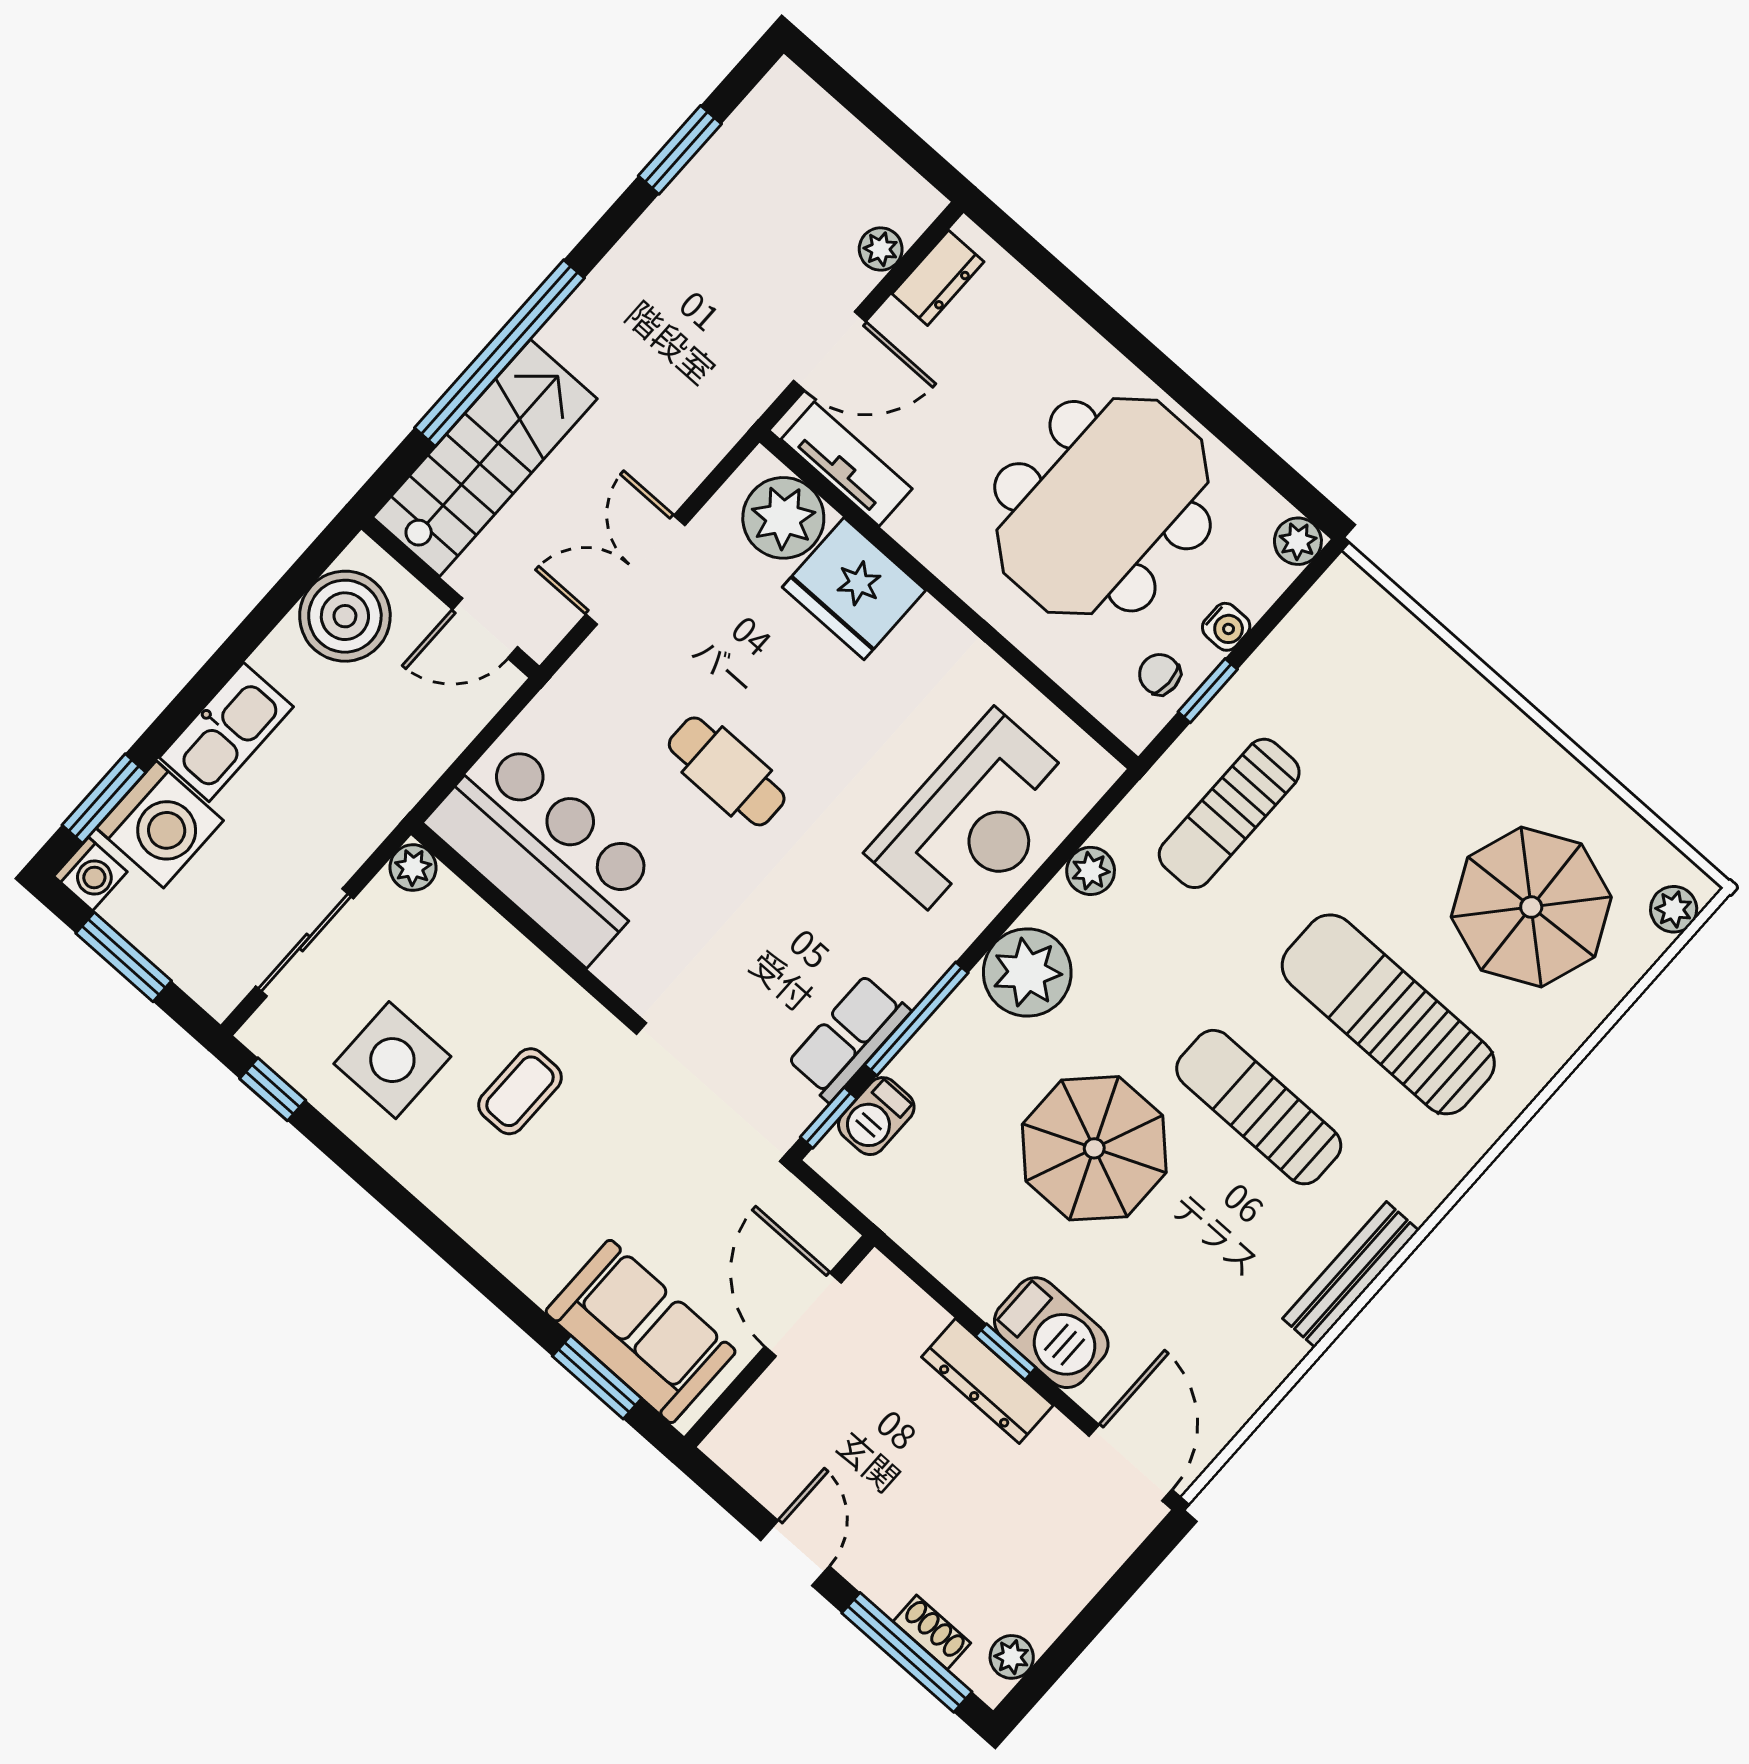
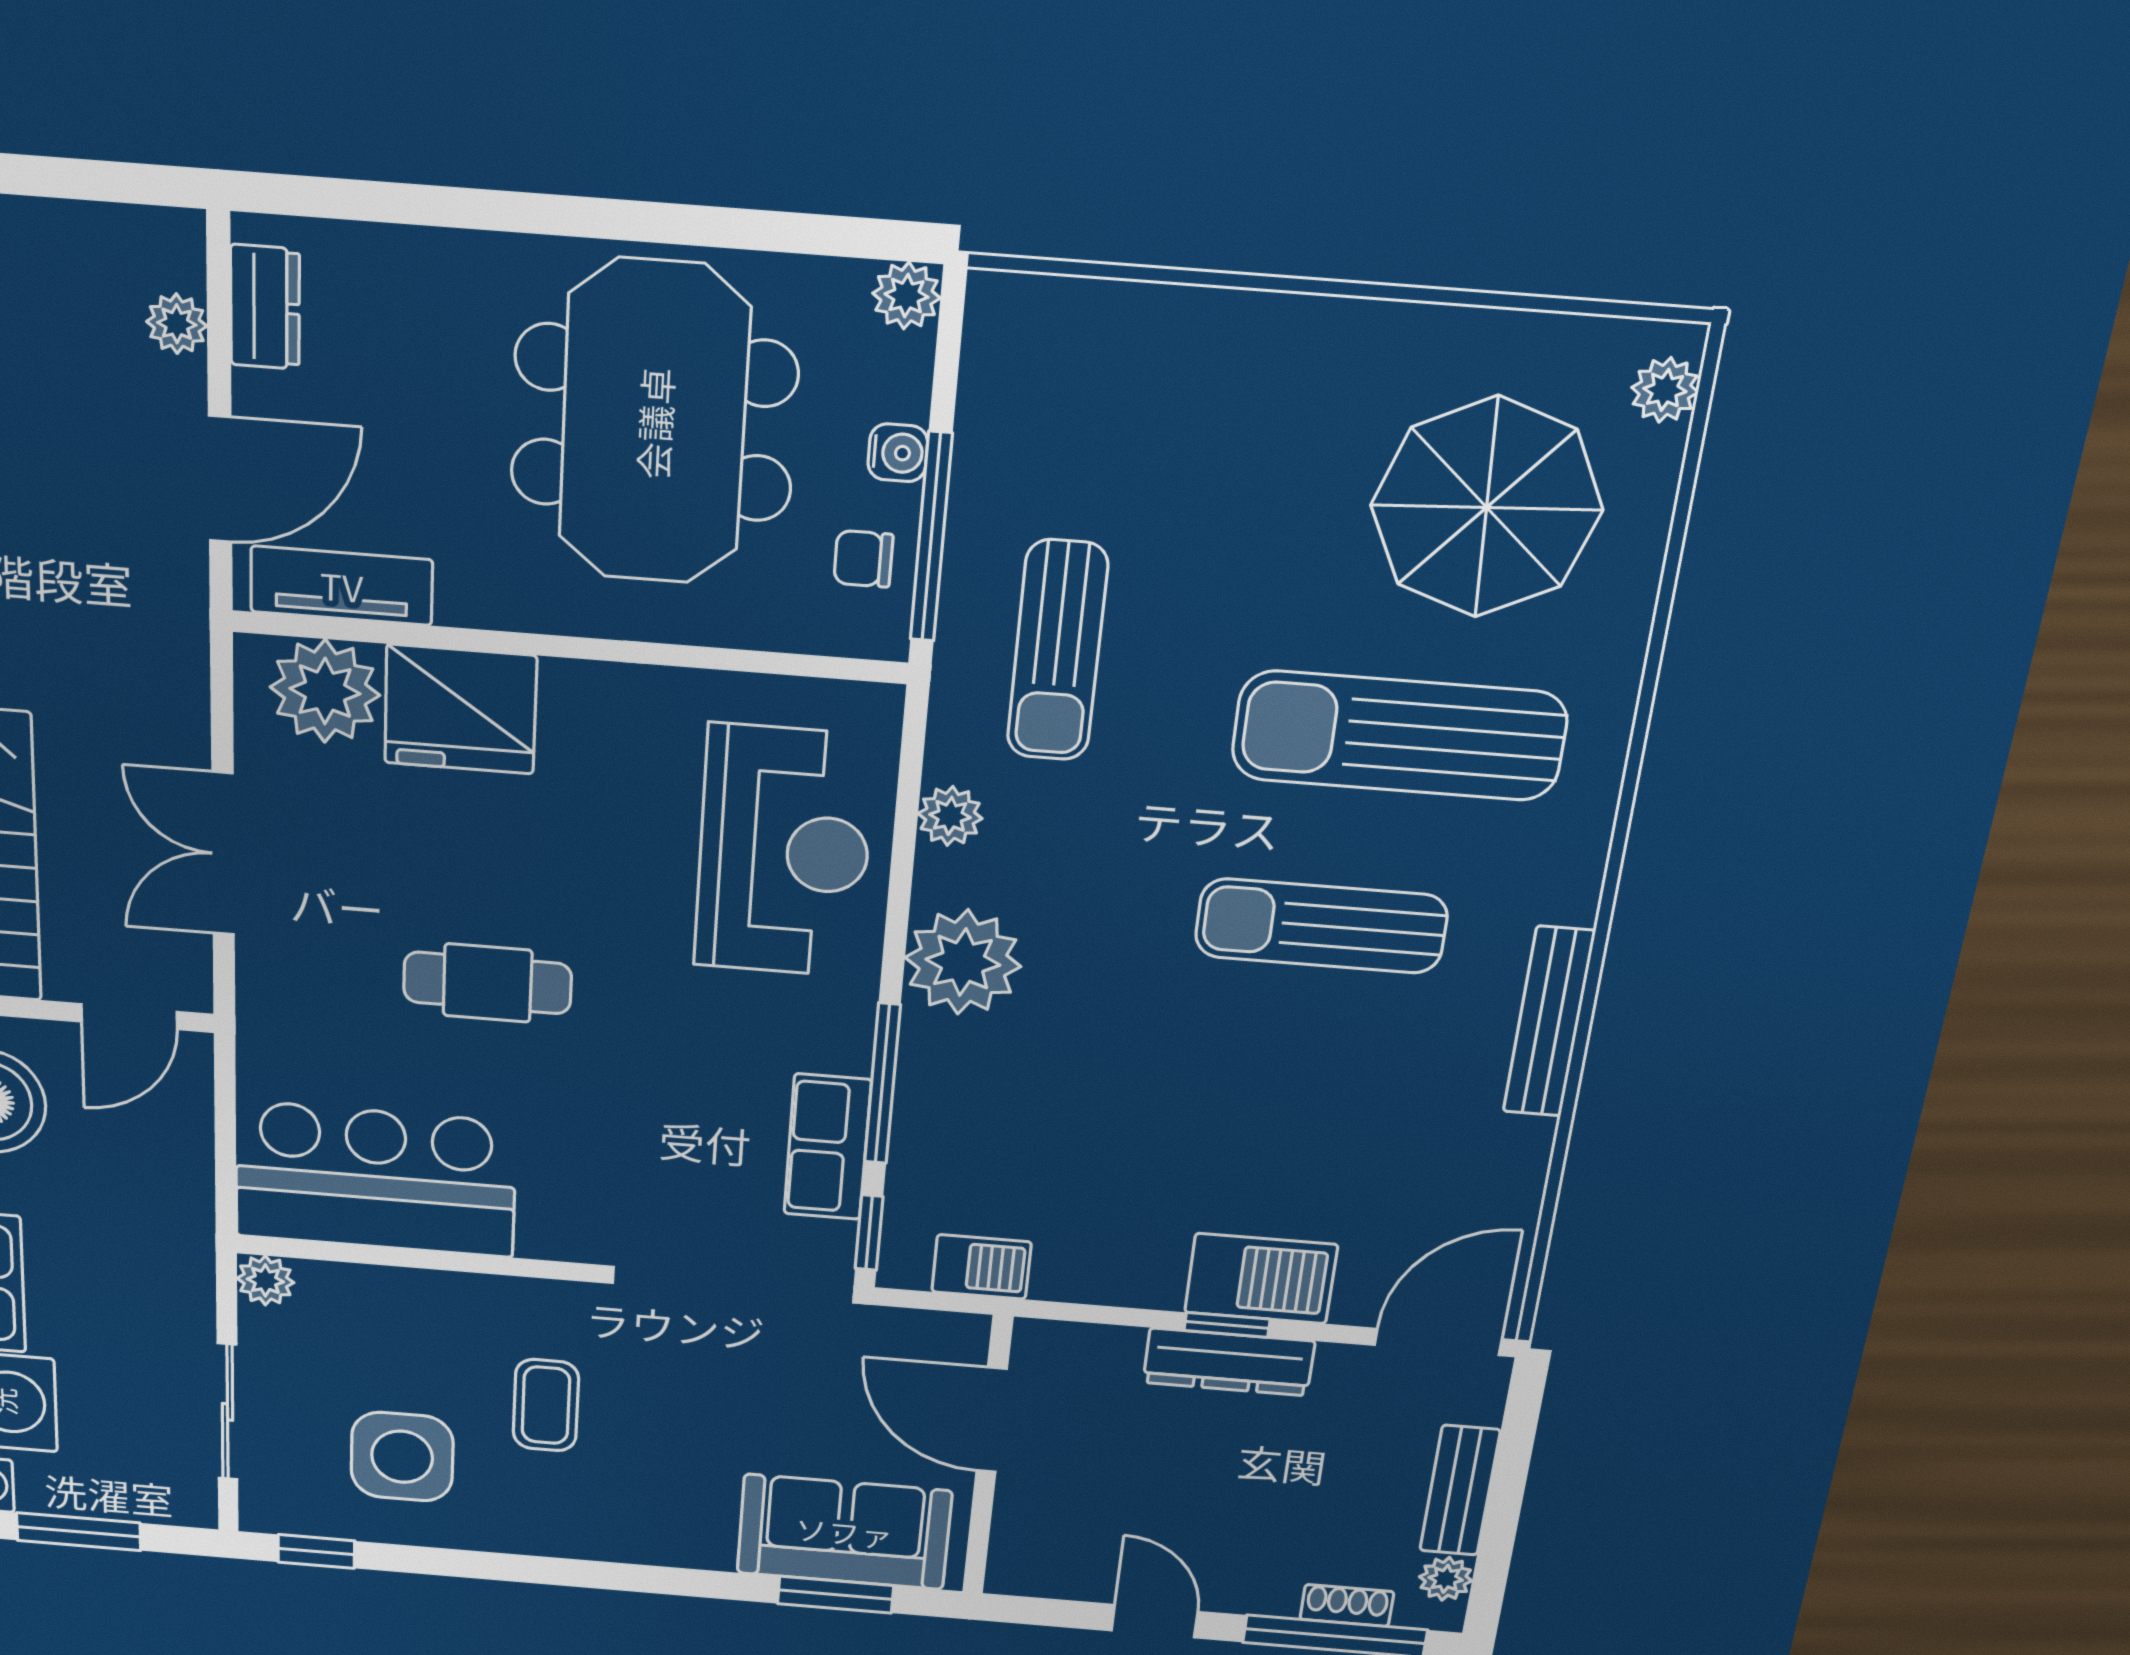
window: (1208, 691) -> (931, 537), width x2.17
barbecue: (876, 1116) -> (982, 1267), moved, turned -90
parasol: (1094, 1148) -> (1171, 1082), removed
door: (1131, 1463) -> (1438, 1342), hinge flipped
bench: (1068, 1591) -> (1460, 1490), added

